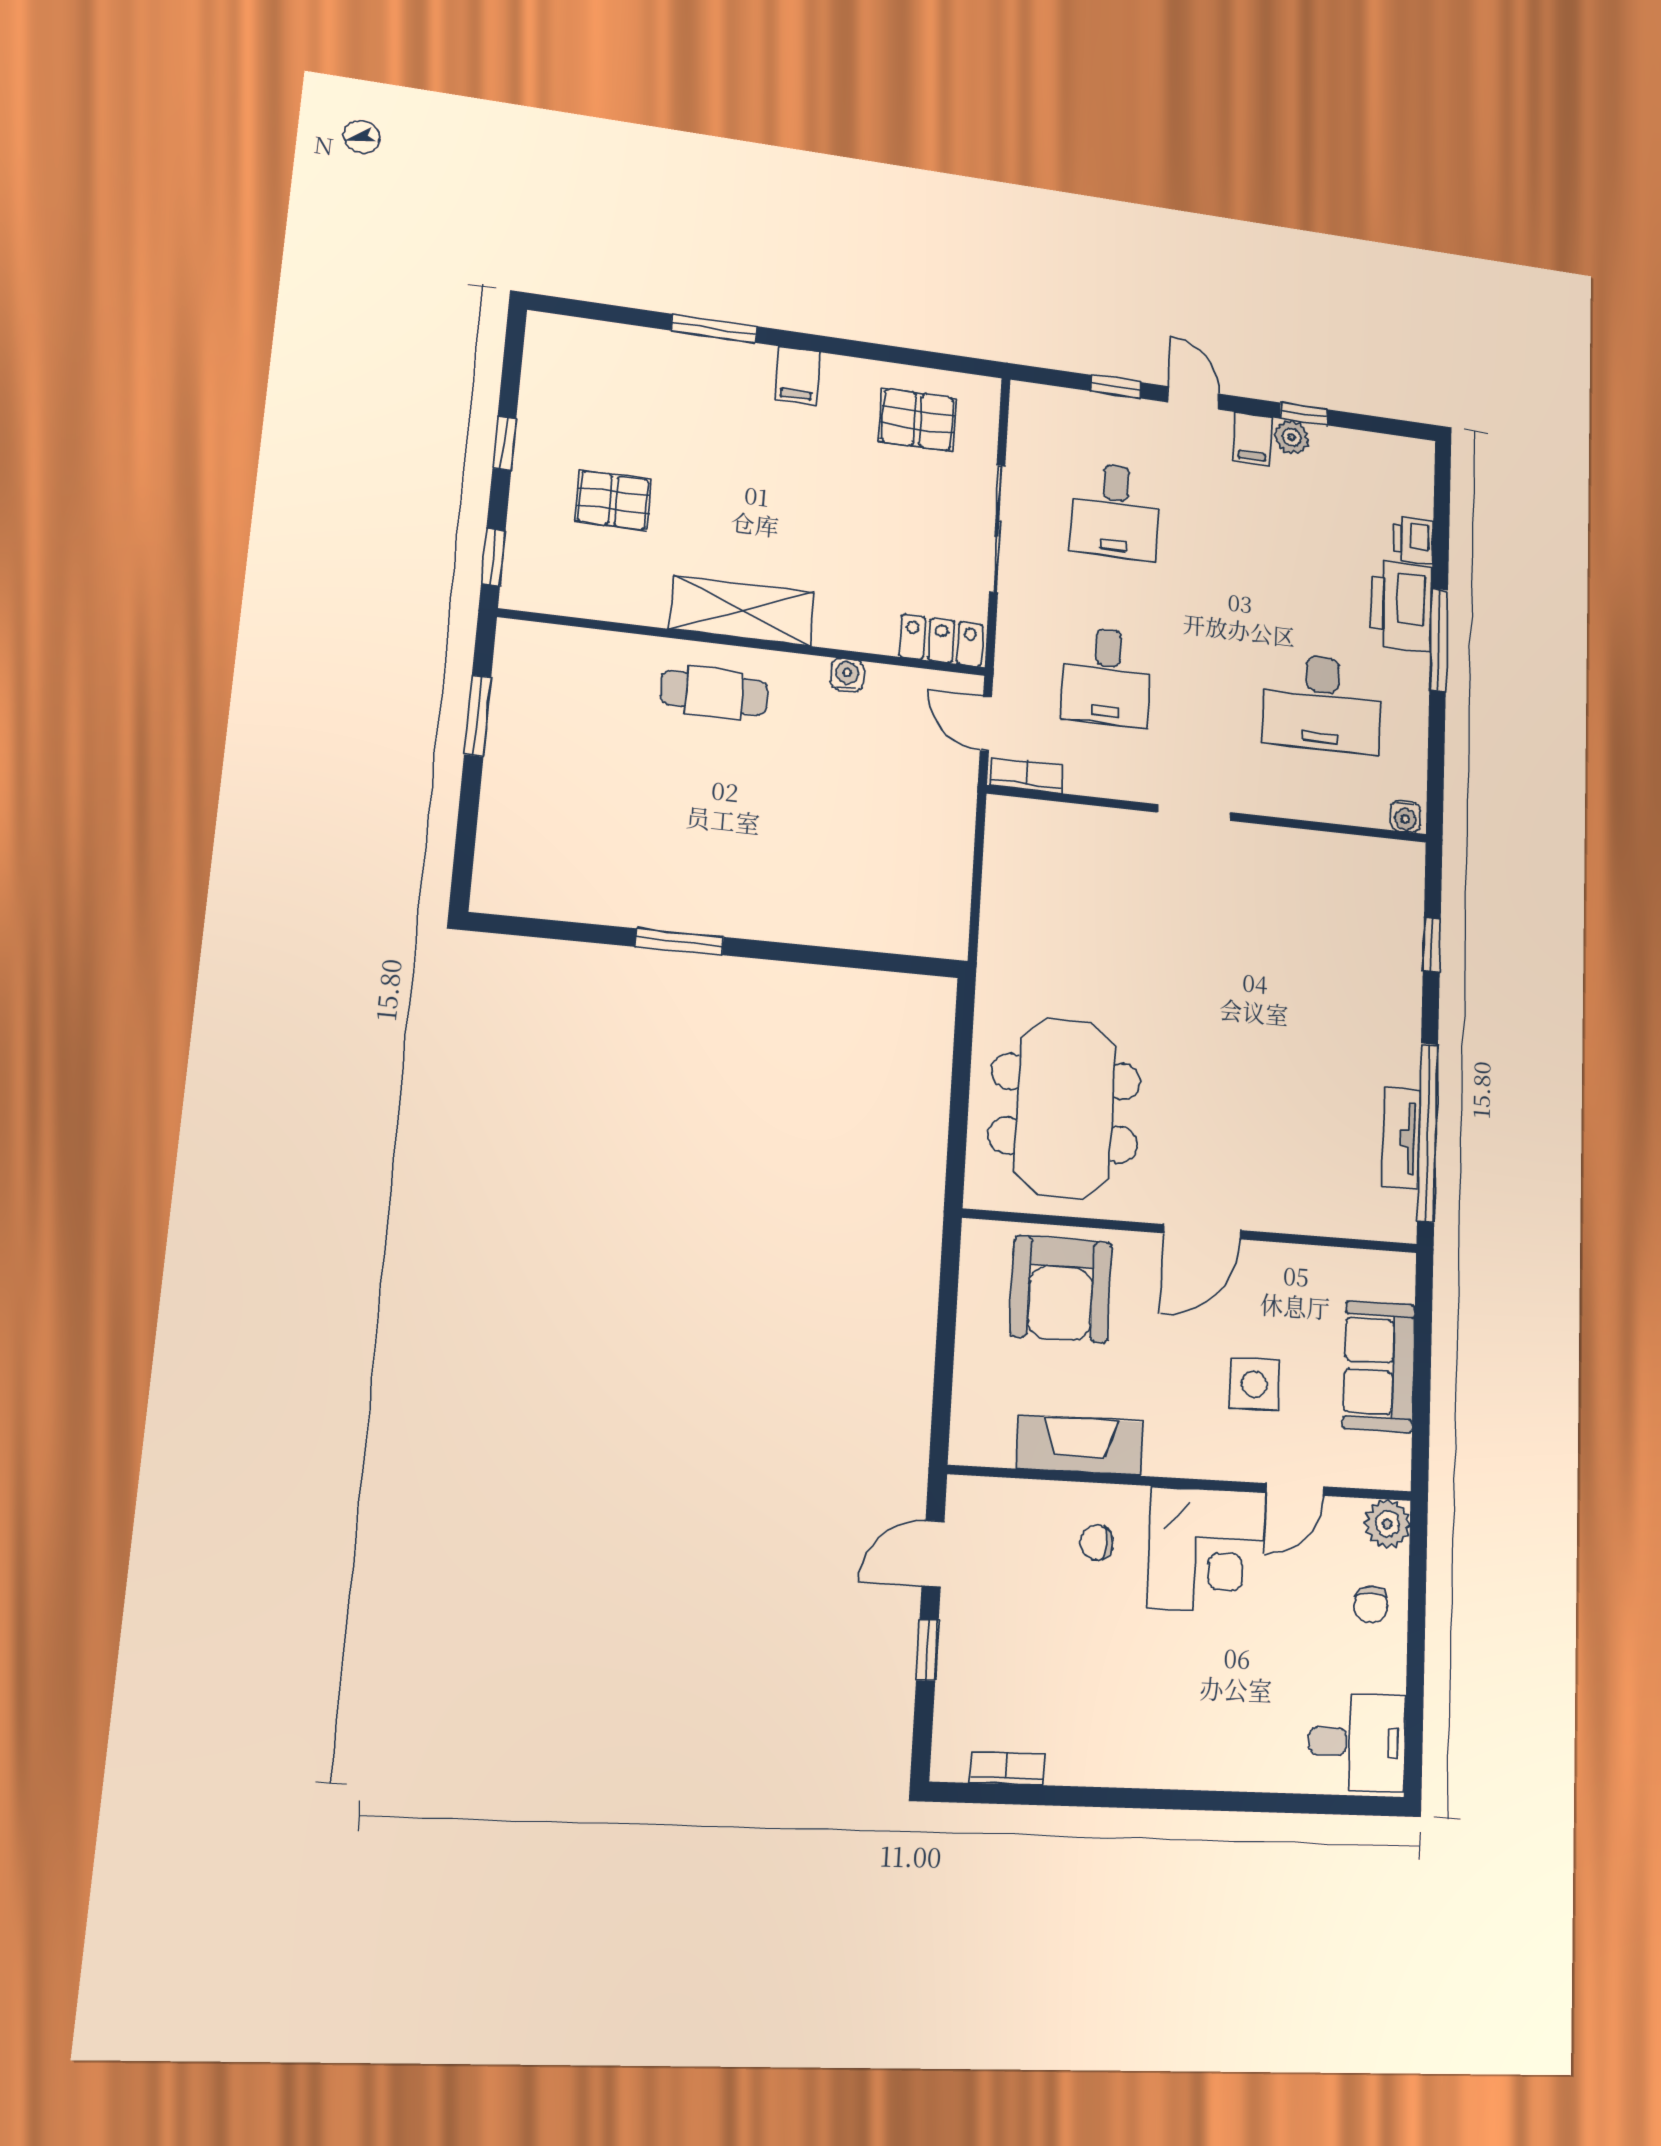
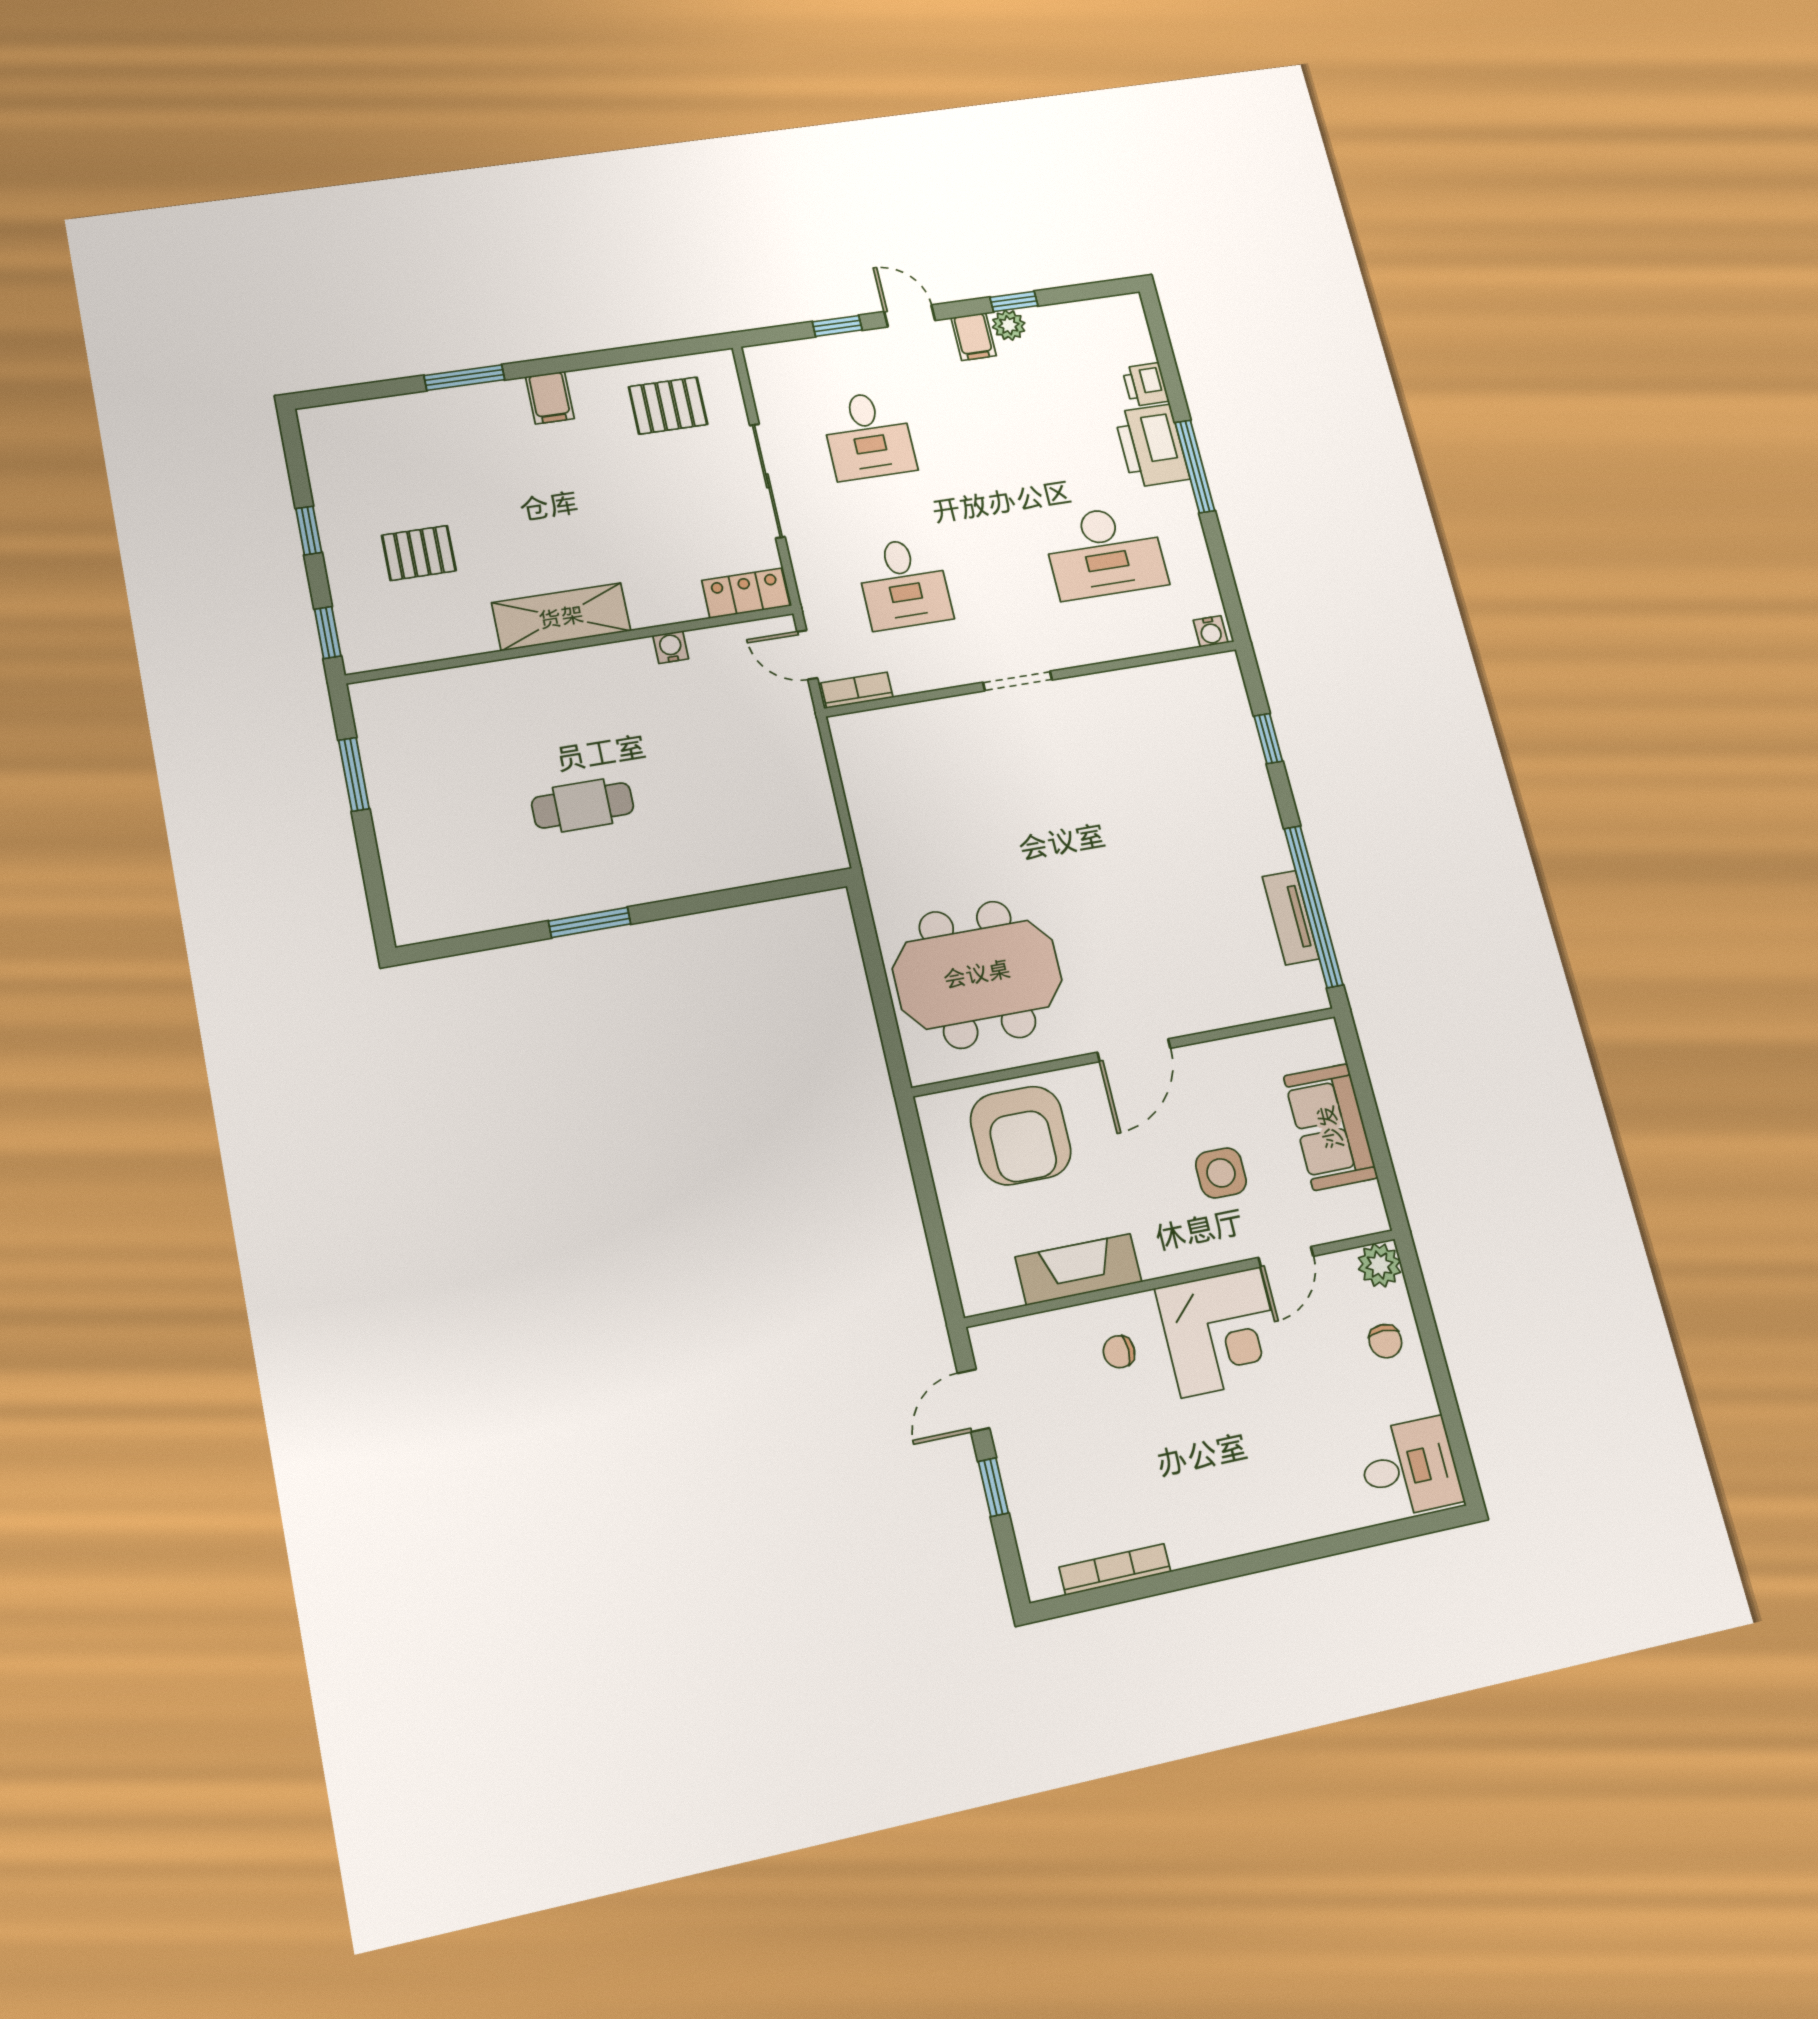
cafe table: (714, 693) -> (583, 805), moved
meeting table: (1065, 1108) -> (977, 974), turned 90
bookcase: (1007, 1768) -> (1115, 1569), width x1.56

